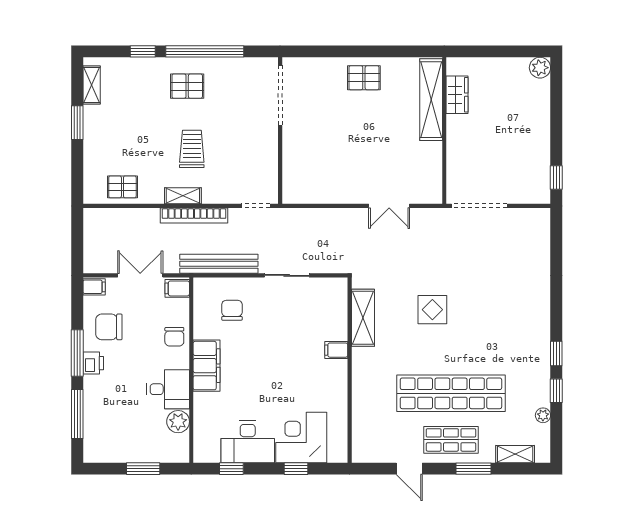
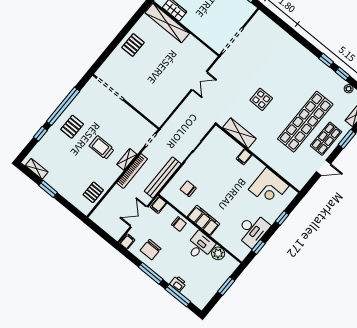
shelving: (183, 196) -> (127, 159), moved
printer: (93, 363) -> (178, 284), moved
corner desk: (301, 437) -> (269, 188), moved, turned -90

